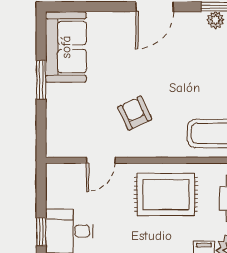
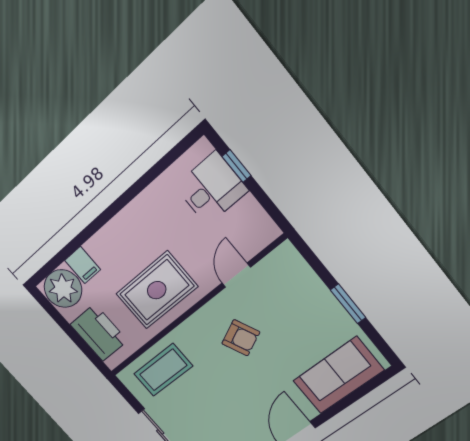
sofa: (66, 47) -> (338, 376), moved, turned 90

